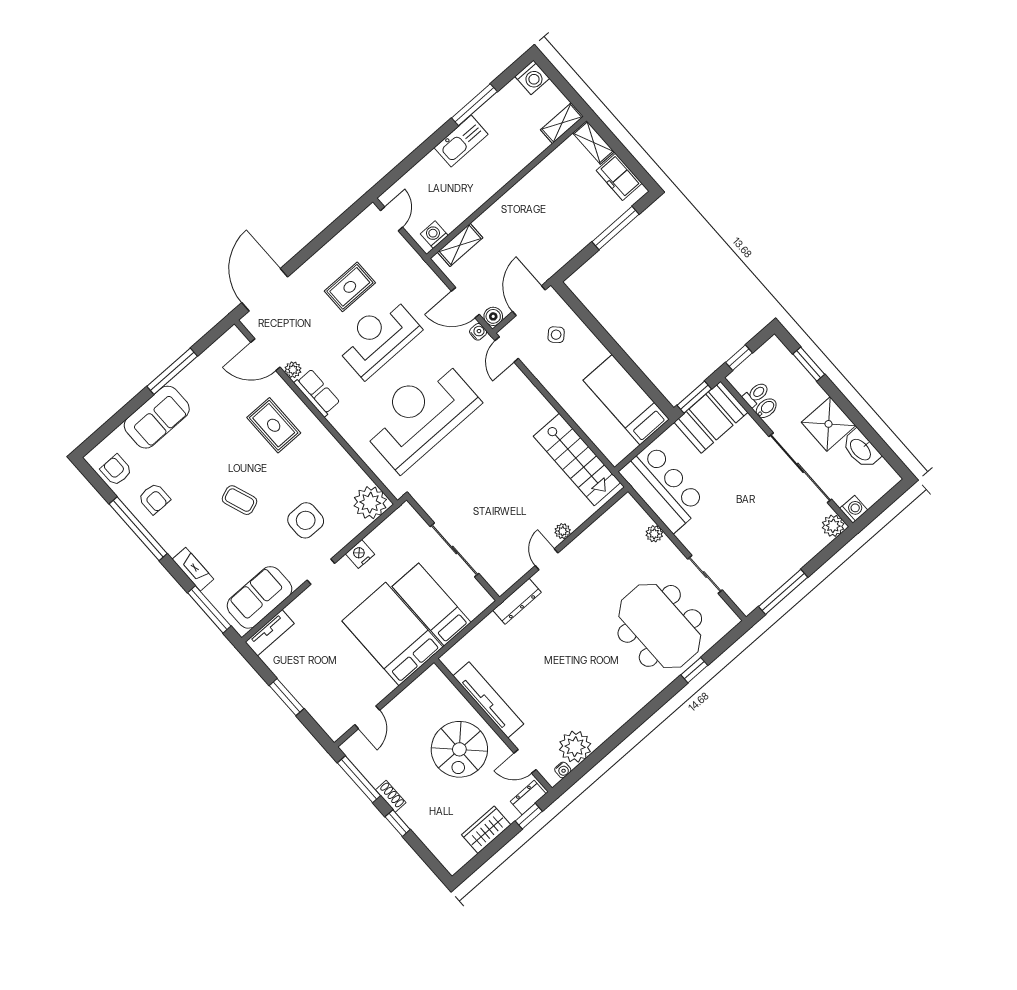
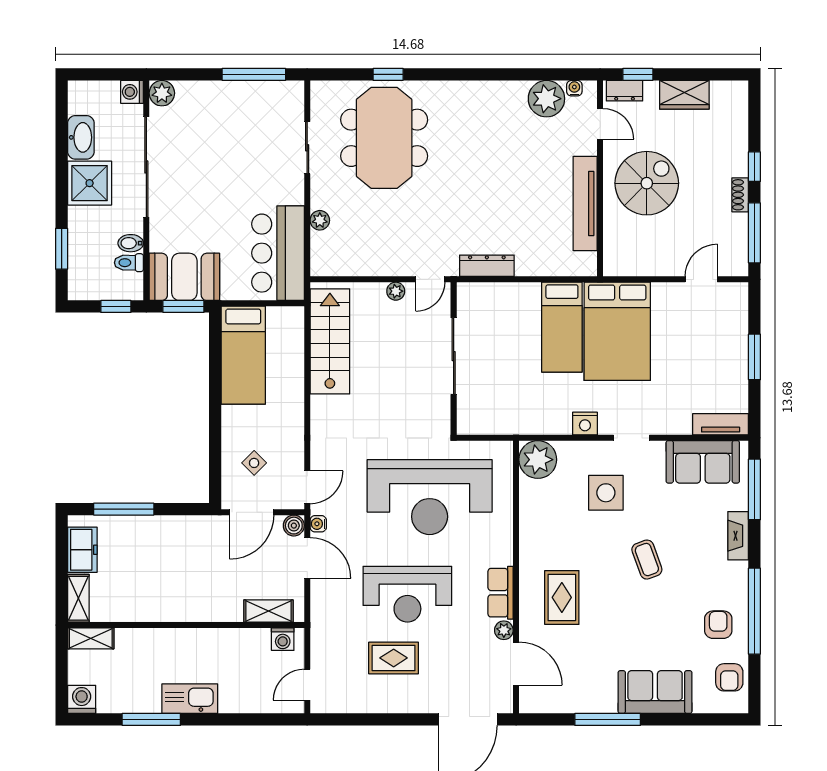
wall: (453, 548) -> (454, 359), moved
sliding door: (454, 550) -> (454, 356), moved

